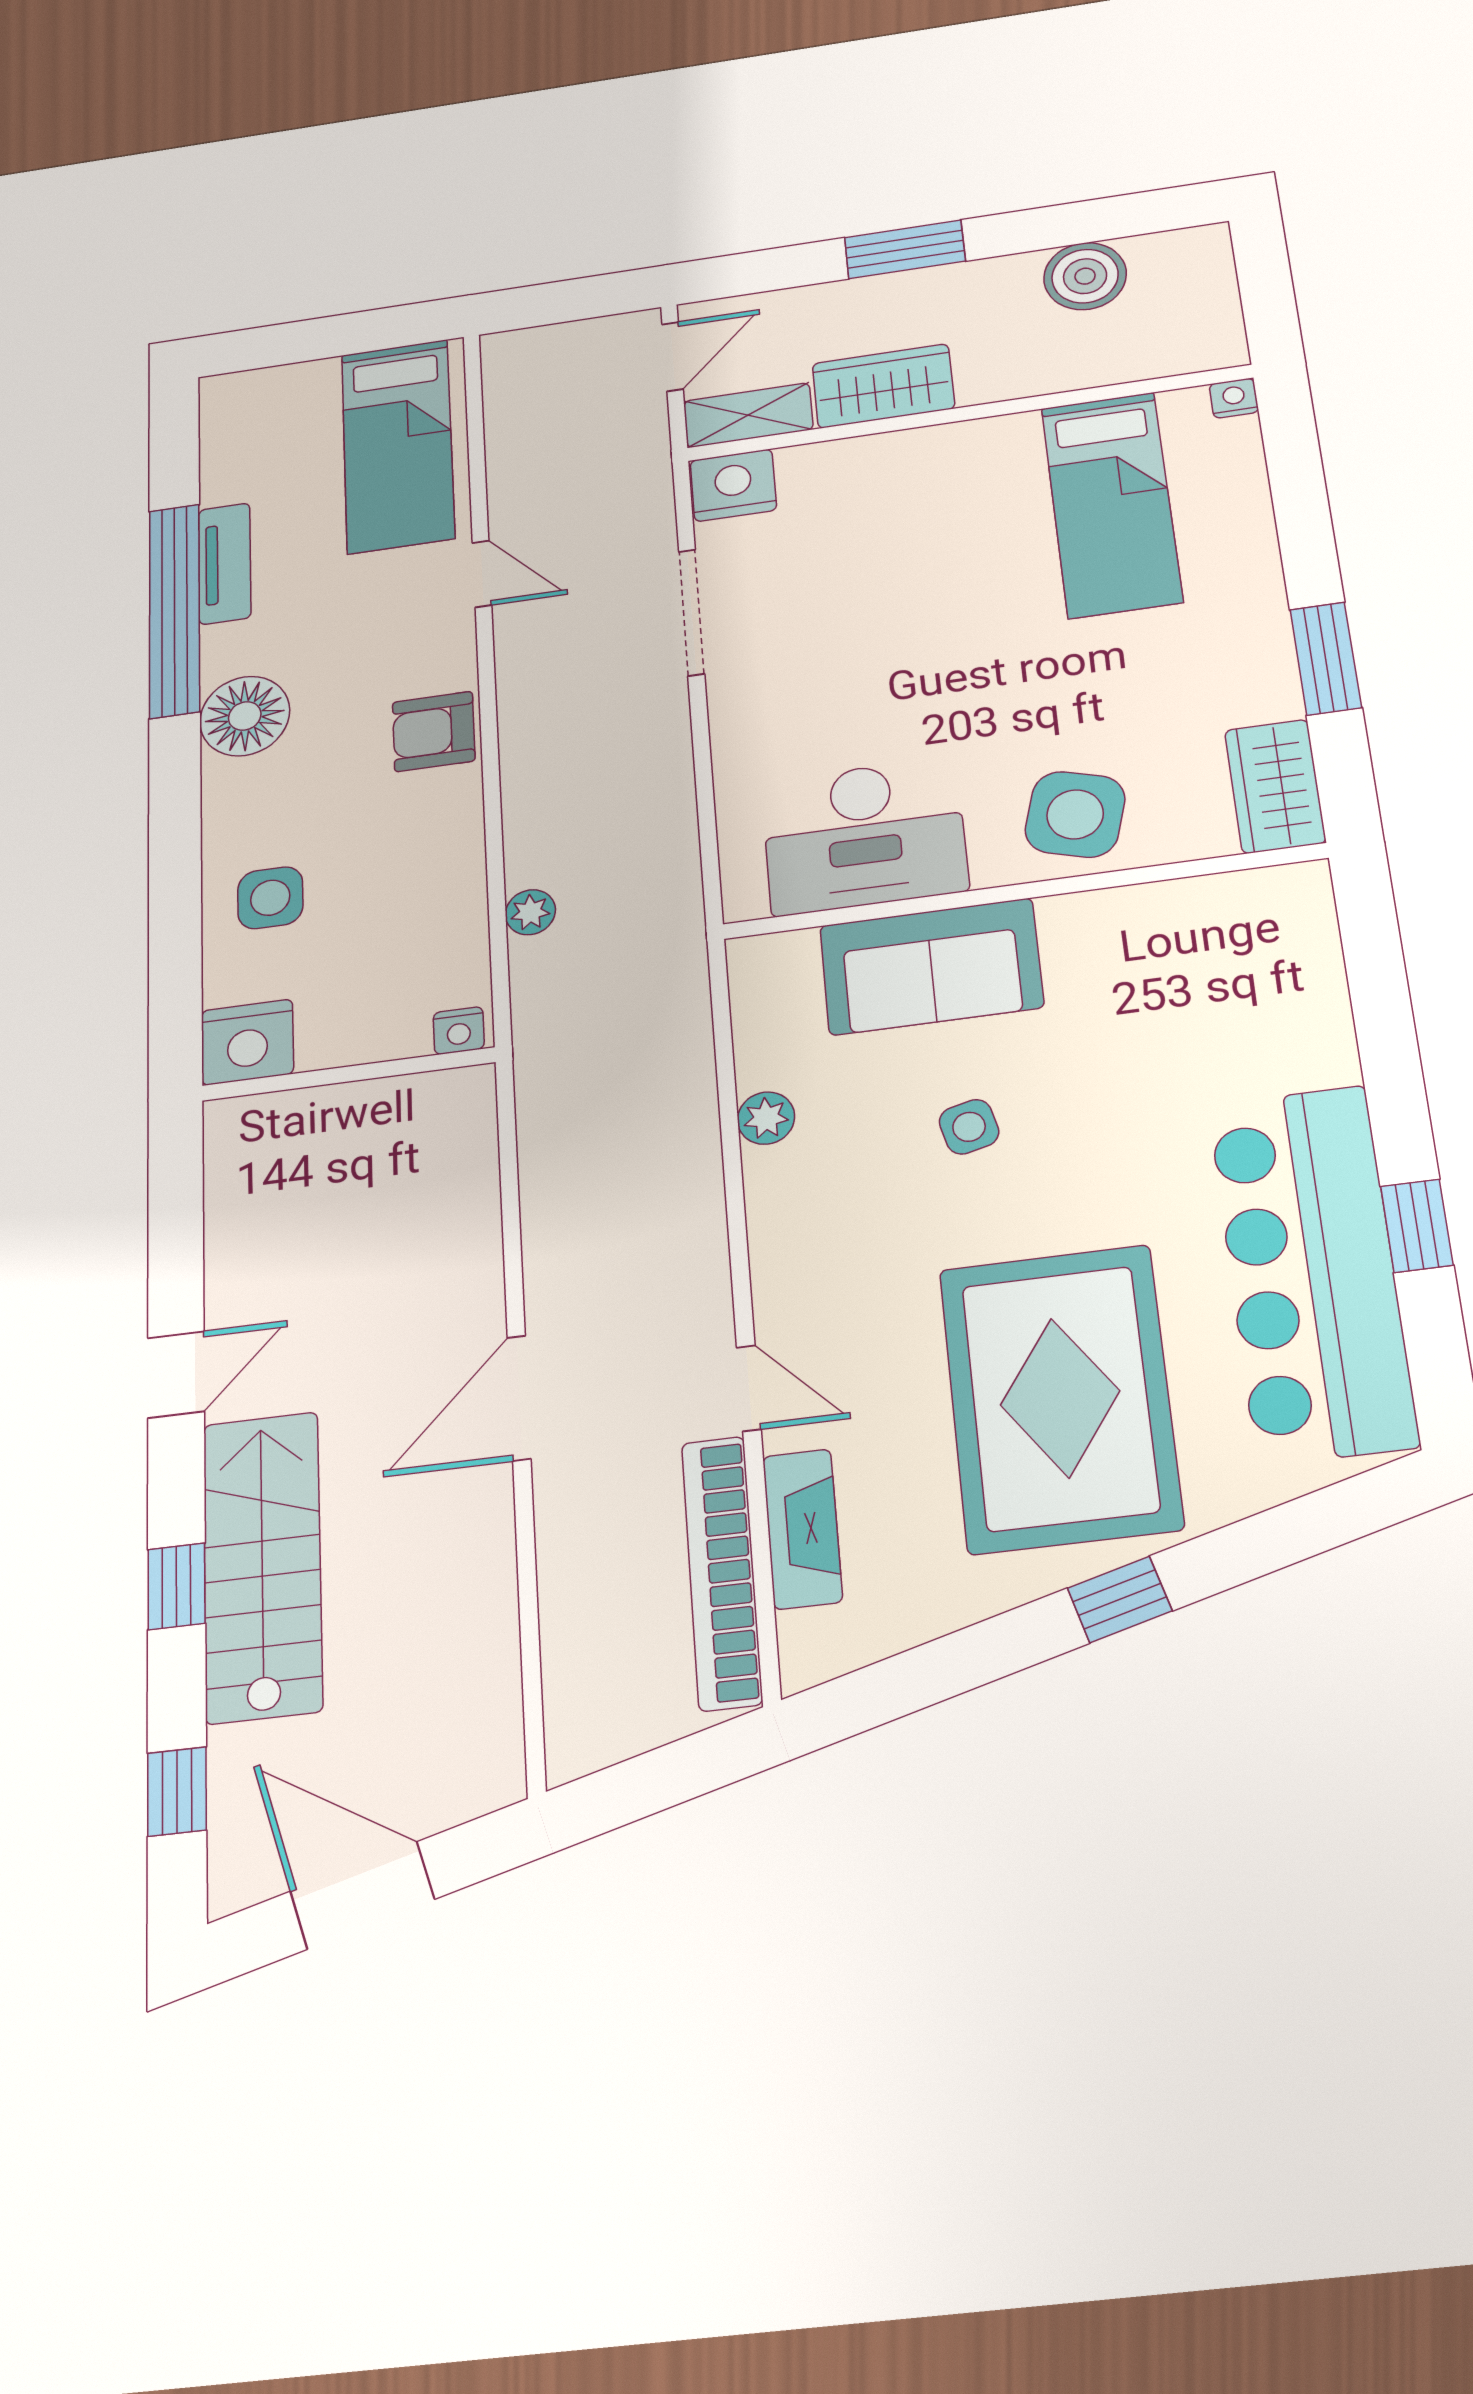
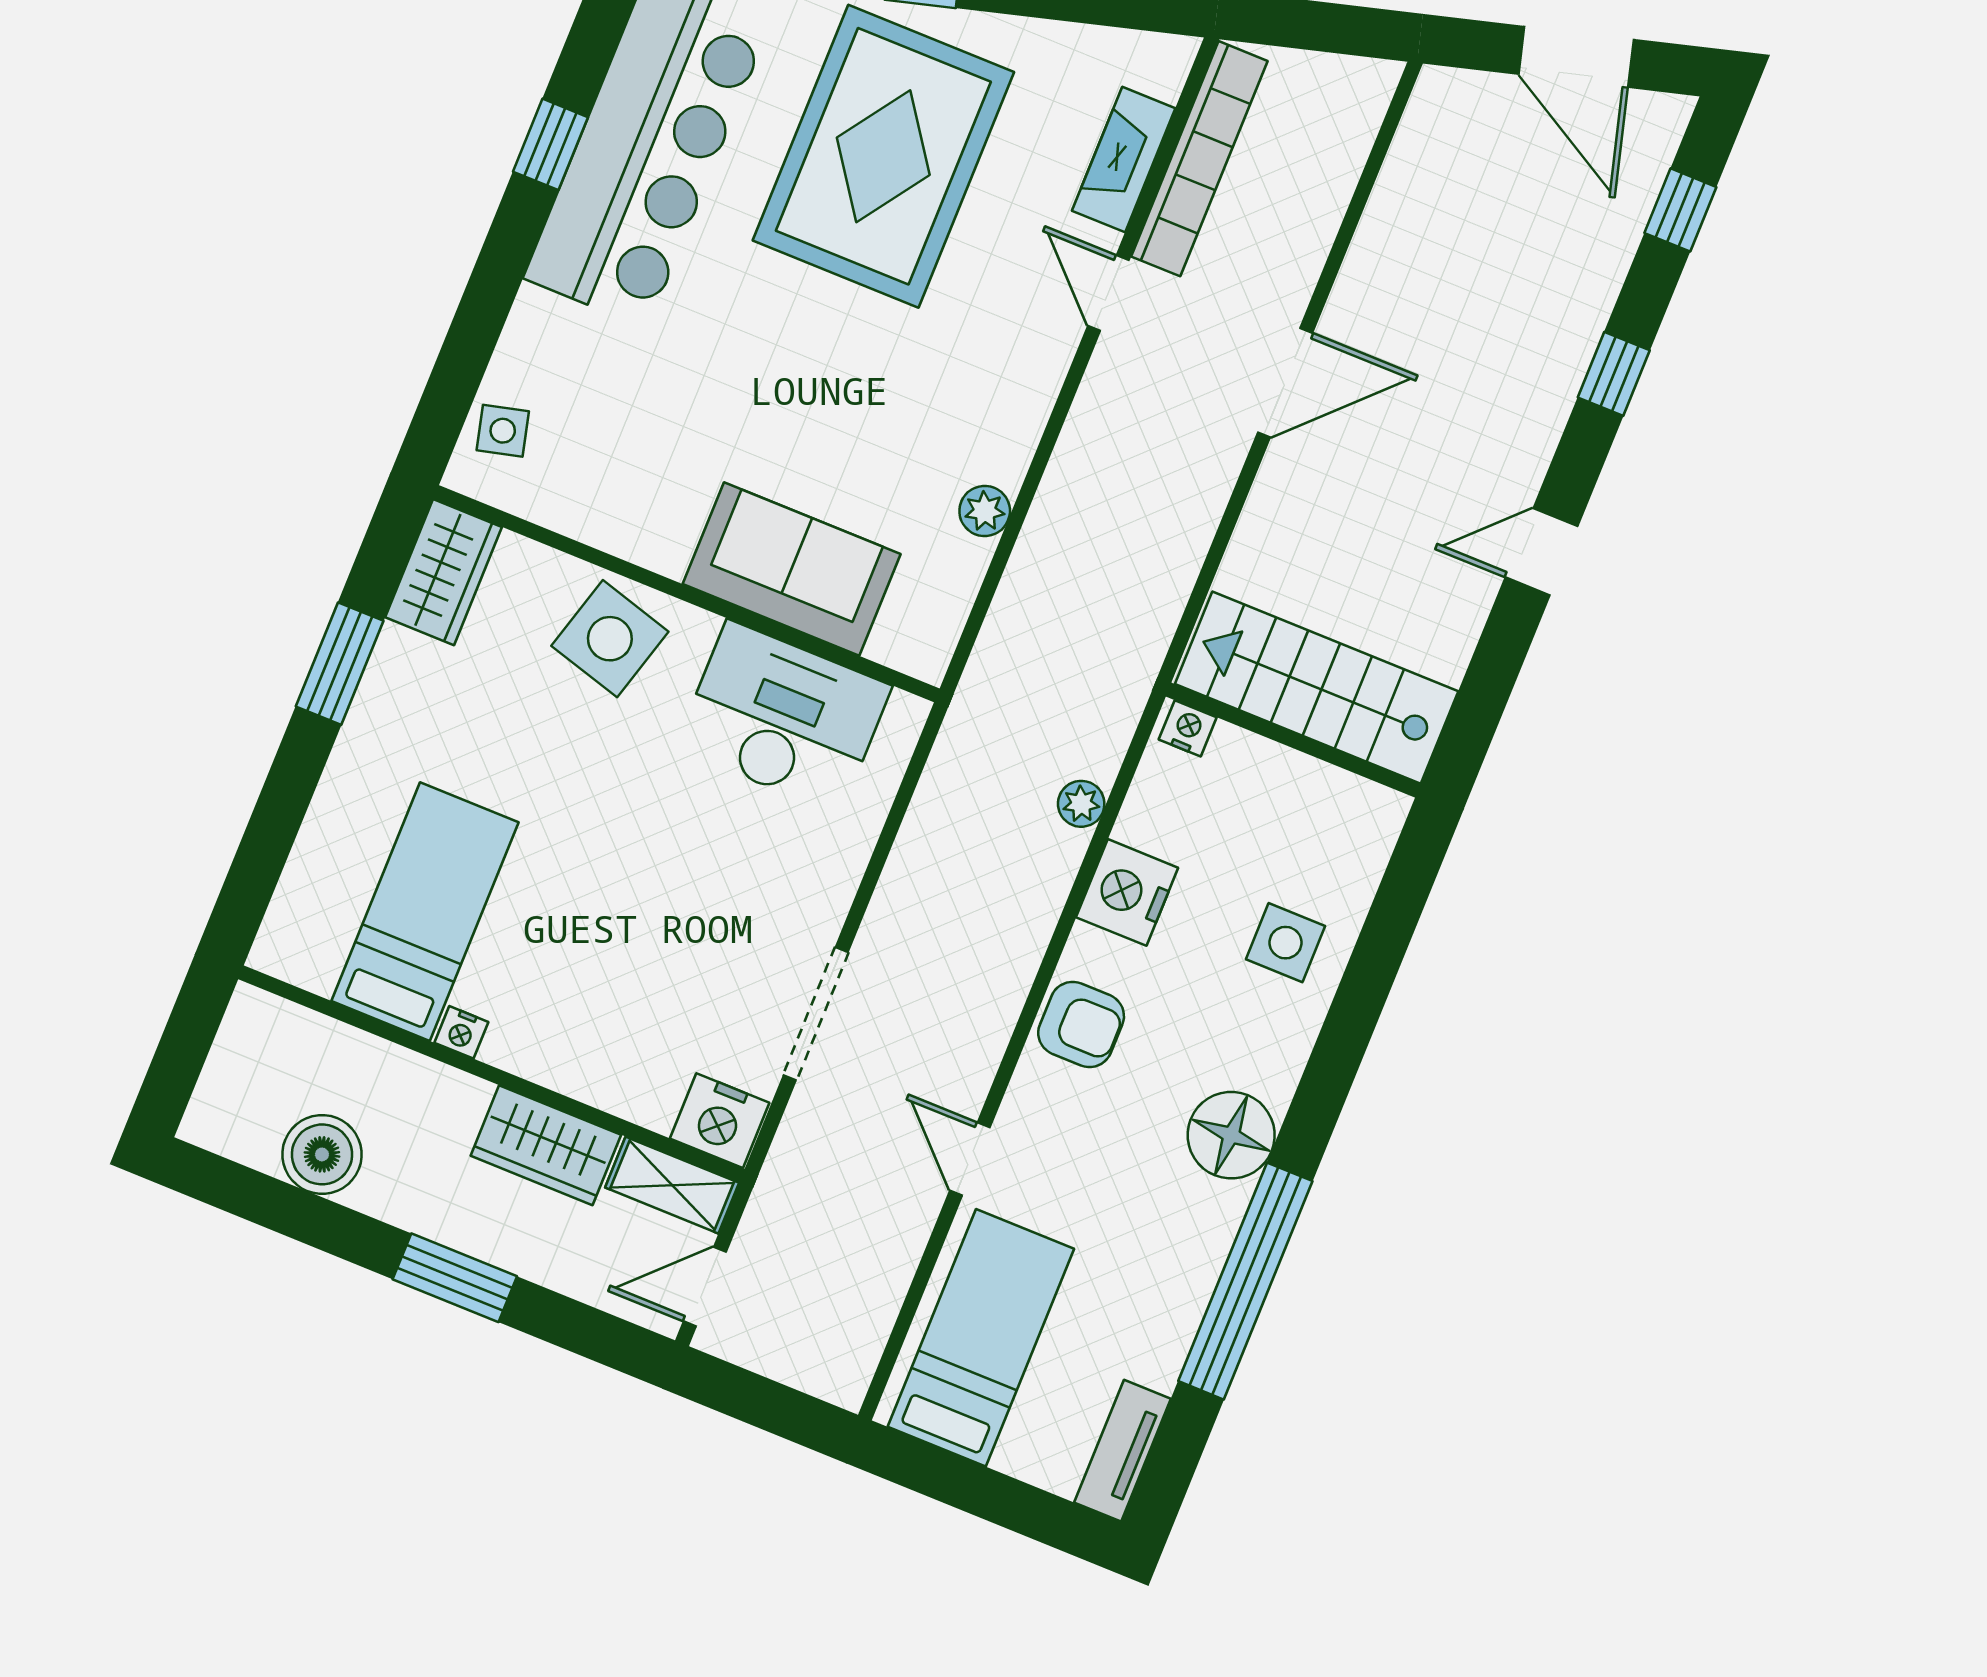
nightstand: (1234, 398) -> (461, 1032), moved
tv unit: (225, 564) -> (1123, 1451), moved
nightstand: (247, 1042) -> (1127, 892), moved, turned -90
side table: (969, 1127) -> (503, 431), moved
stairs: (262, 1566) -> (1317, 688), moved, turned 90

